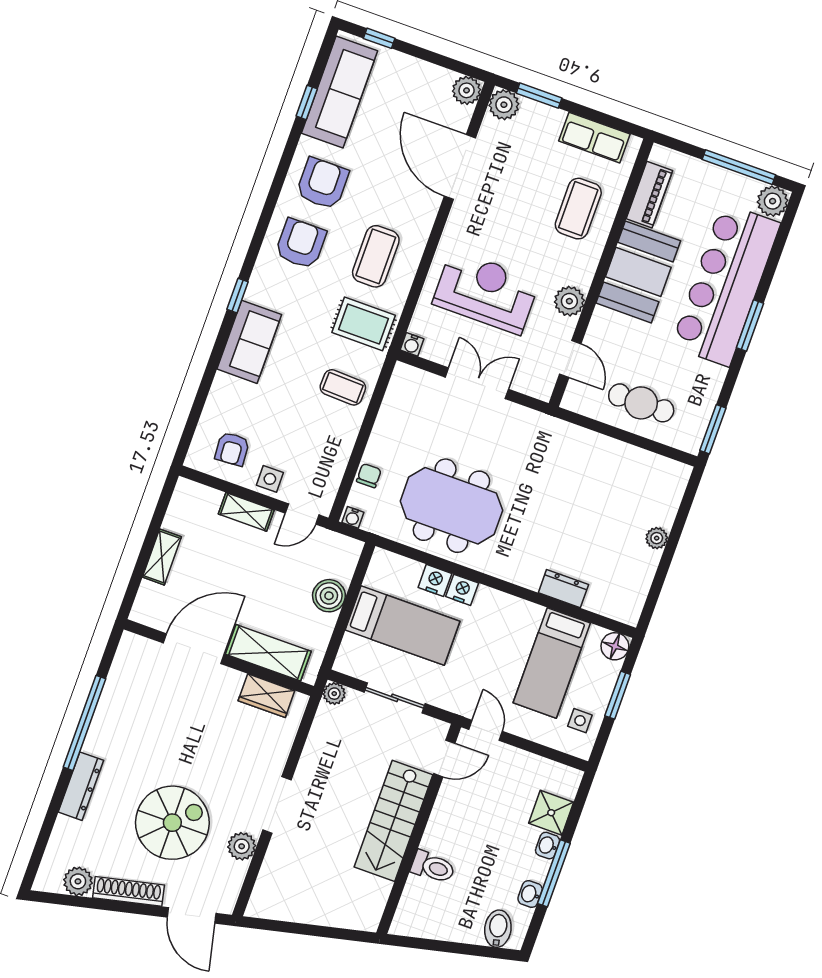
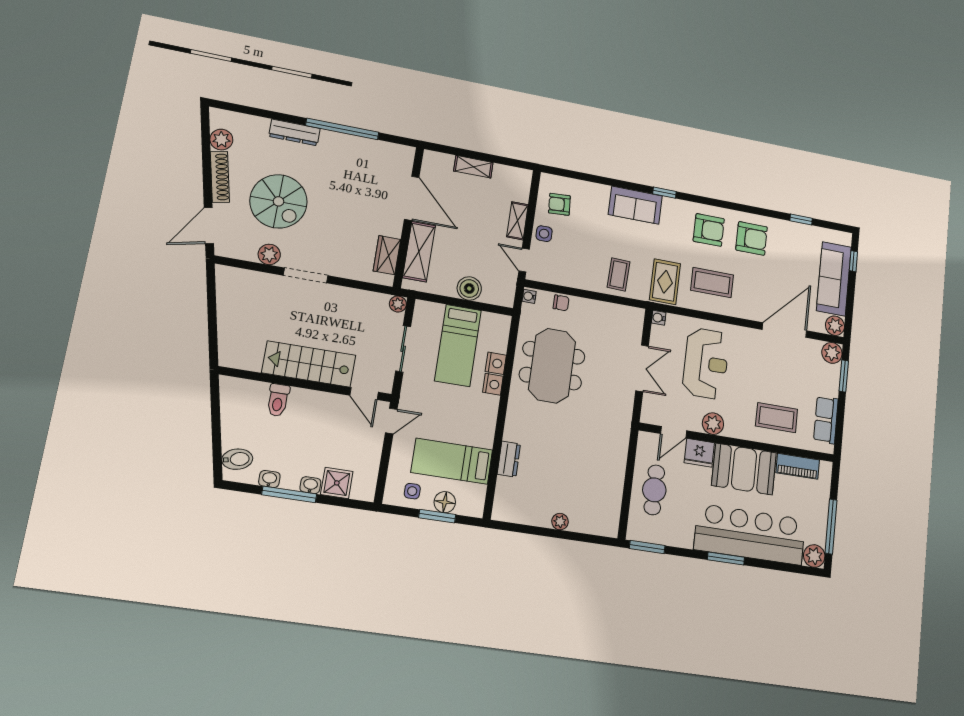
sofa: (340, 92) -> (834, 279), moved, turned 90
fridge: (605, 330) -> (699, 453), added
floor lamp: (615, 646) -> (445, 502), moved

